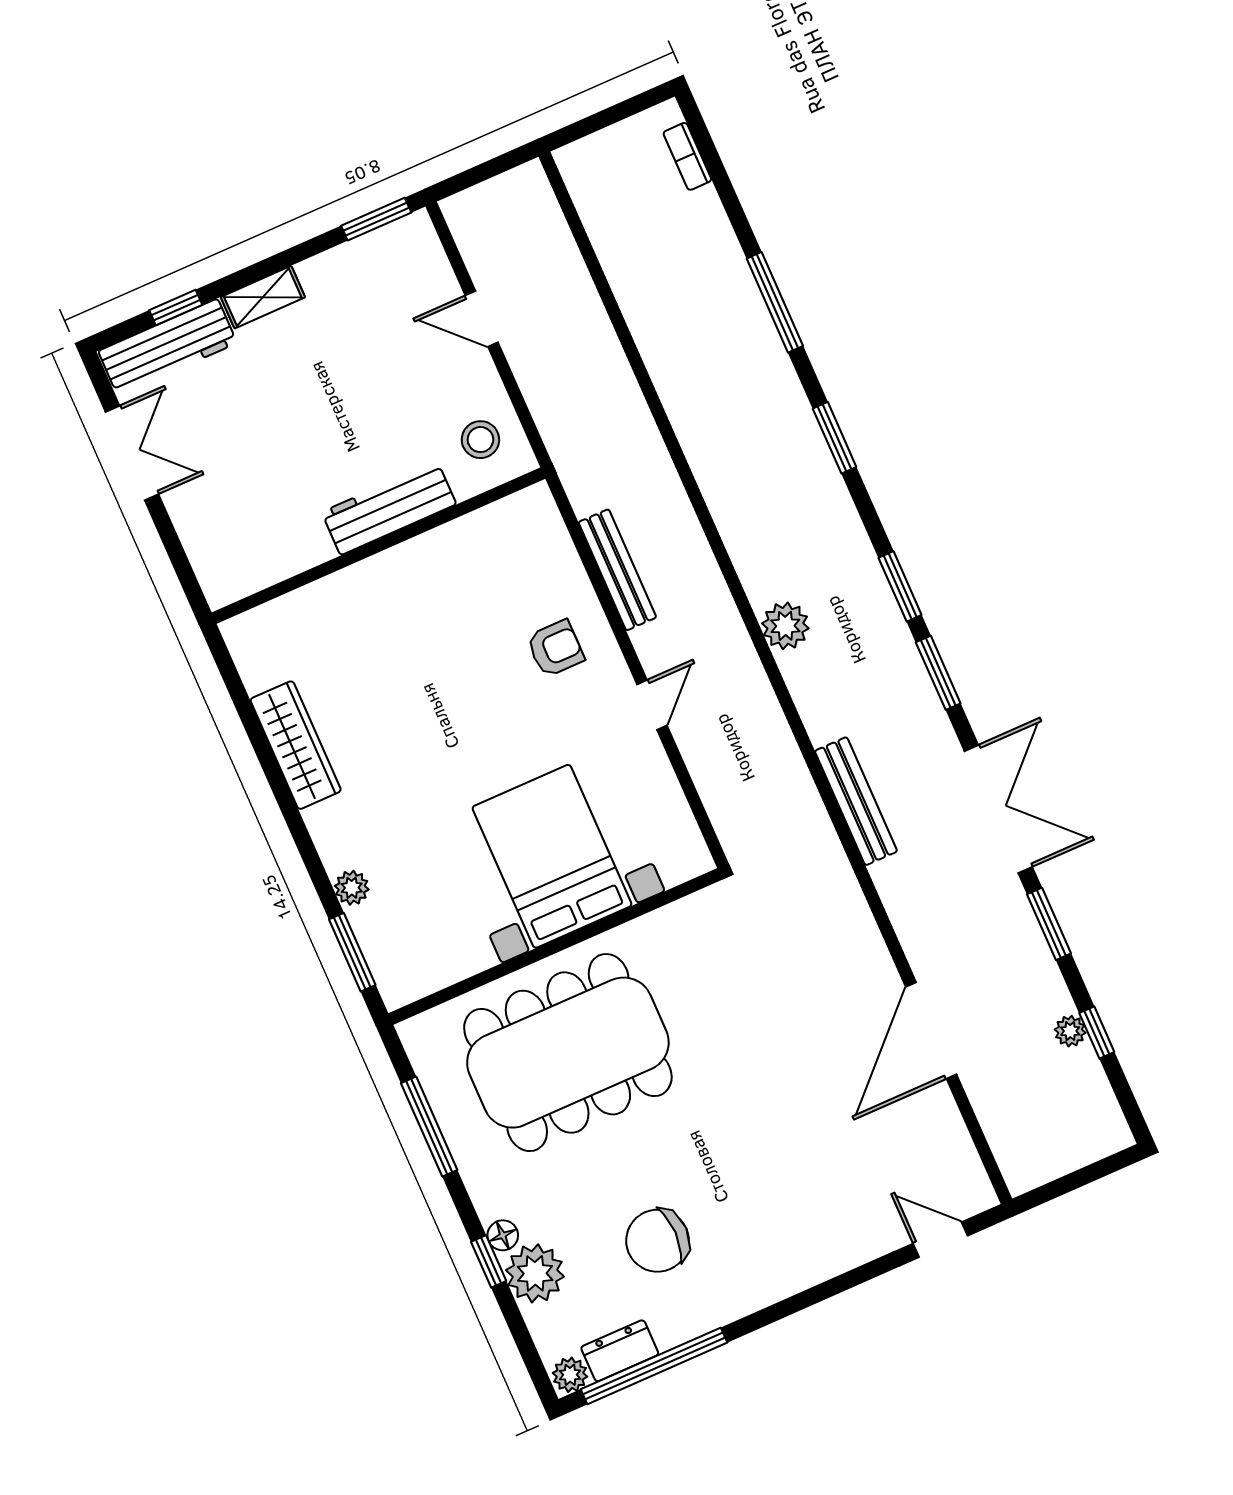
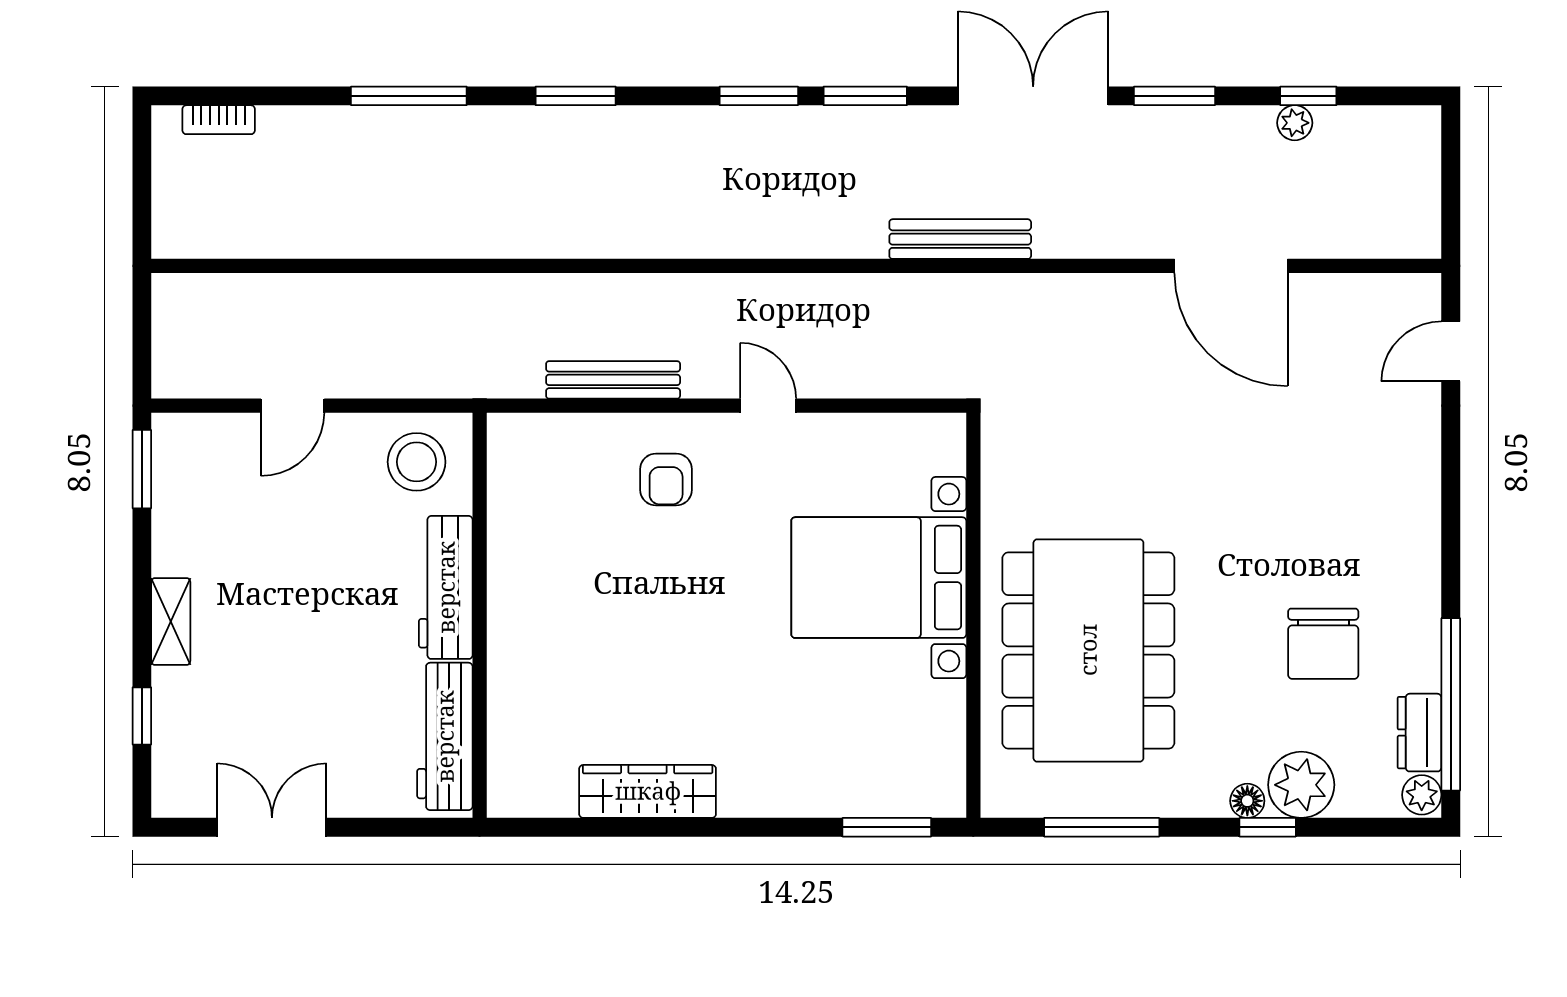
workbench: (168, 347) -> (445, 736), moved, turned 180
stool: (480, 440) -> (417, 462), width x1.38, depth x1.38
plant: (785, 626) -> (747, 232), removed
armchair: (555, 648) -> (666, 480), turned 180
plant: (352, 888) -> (820, 798), removed

